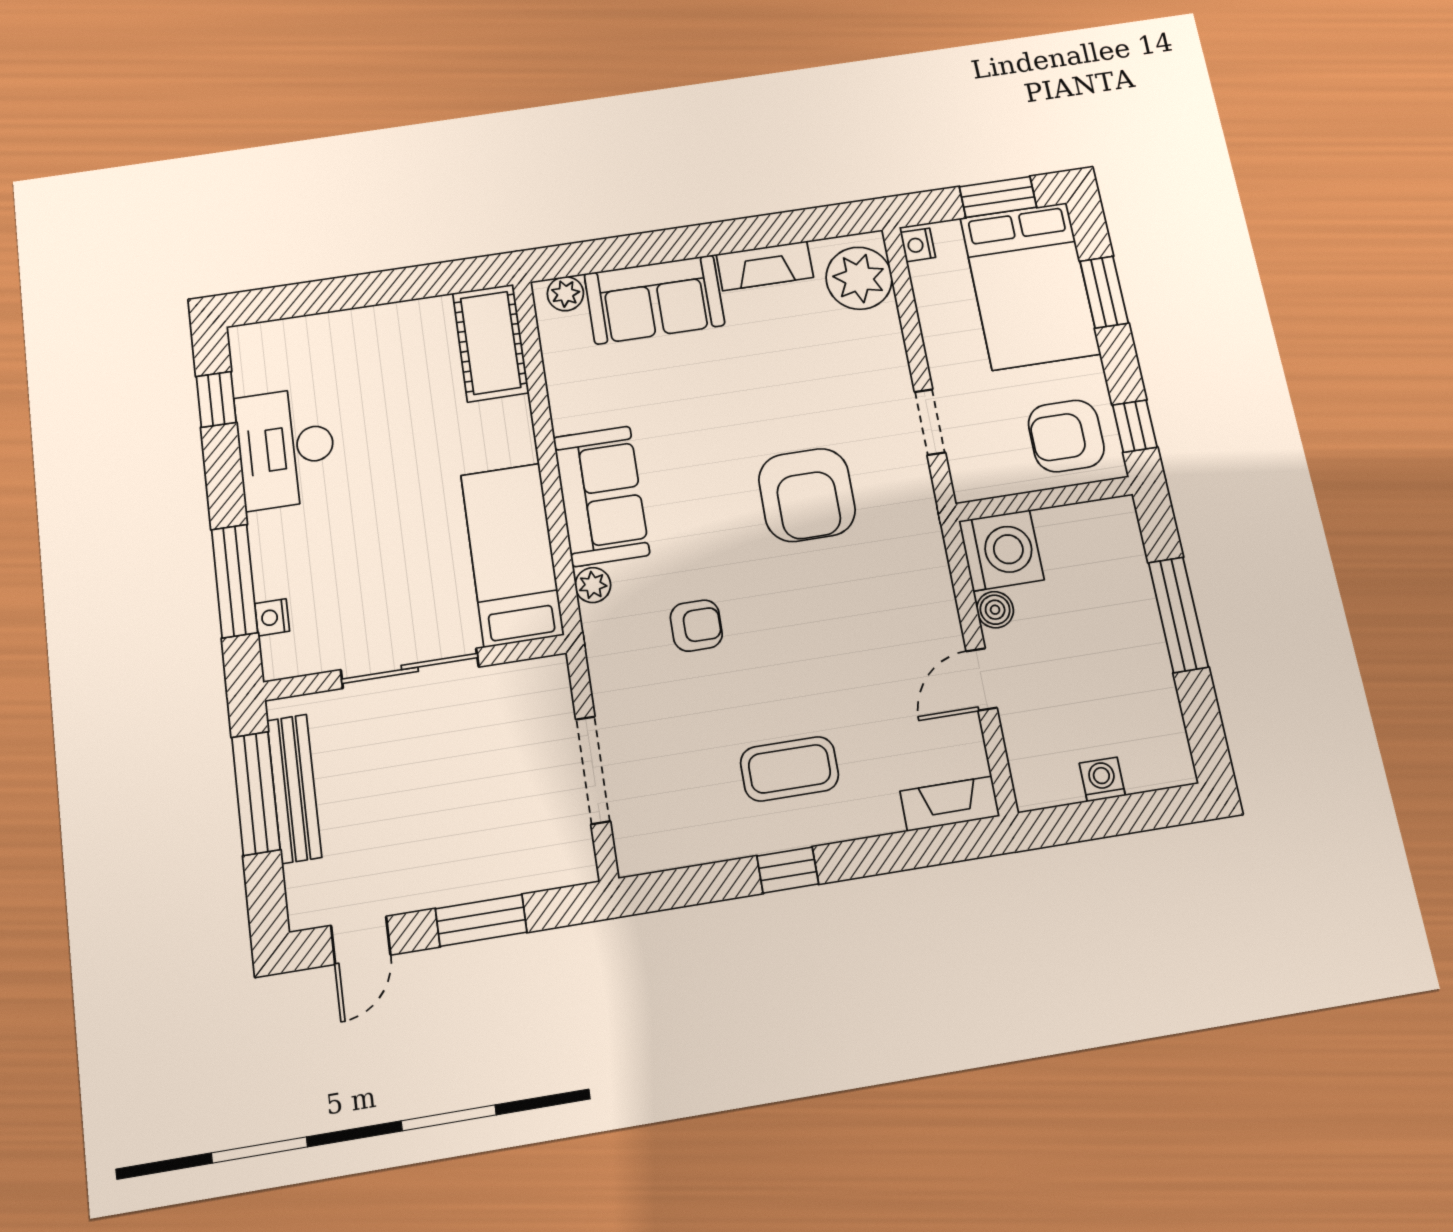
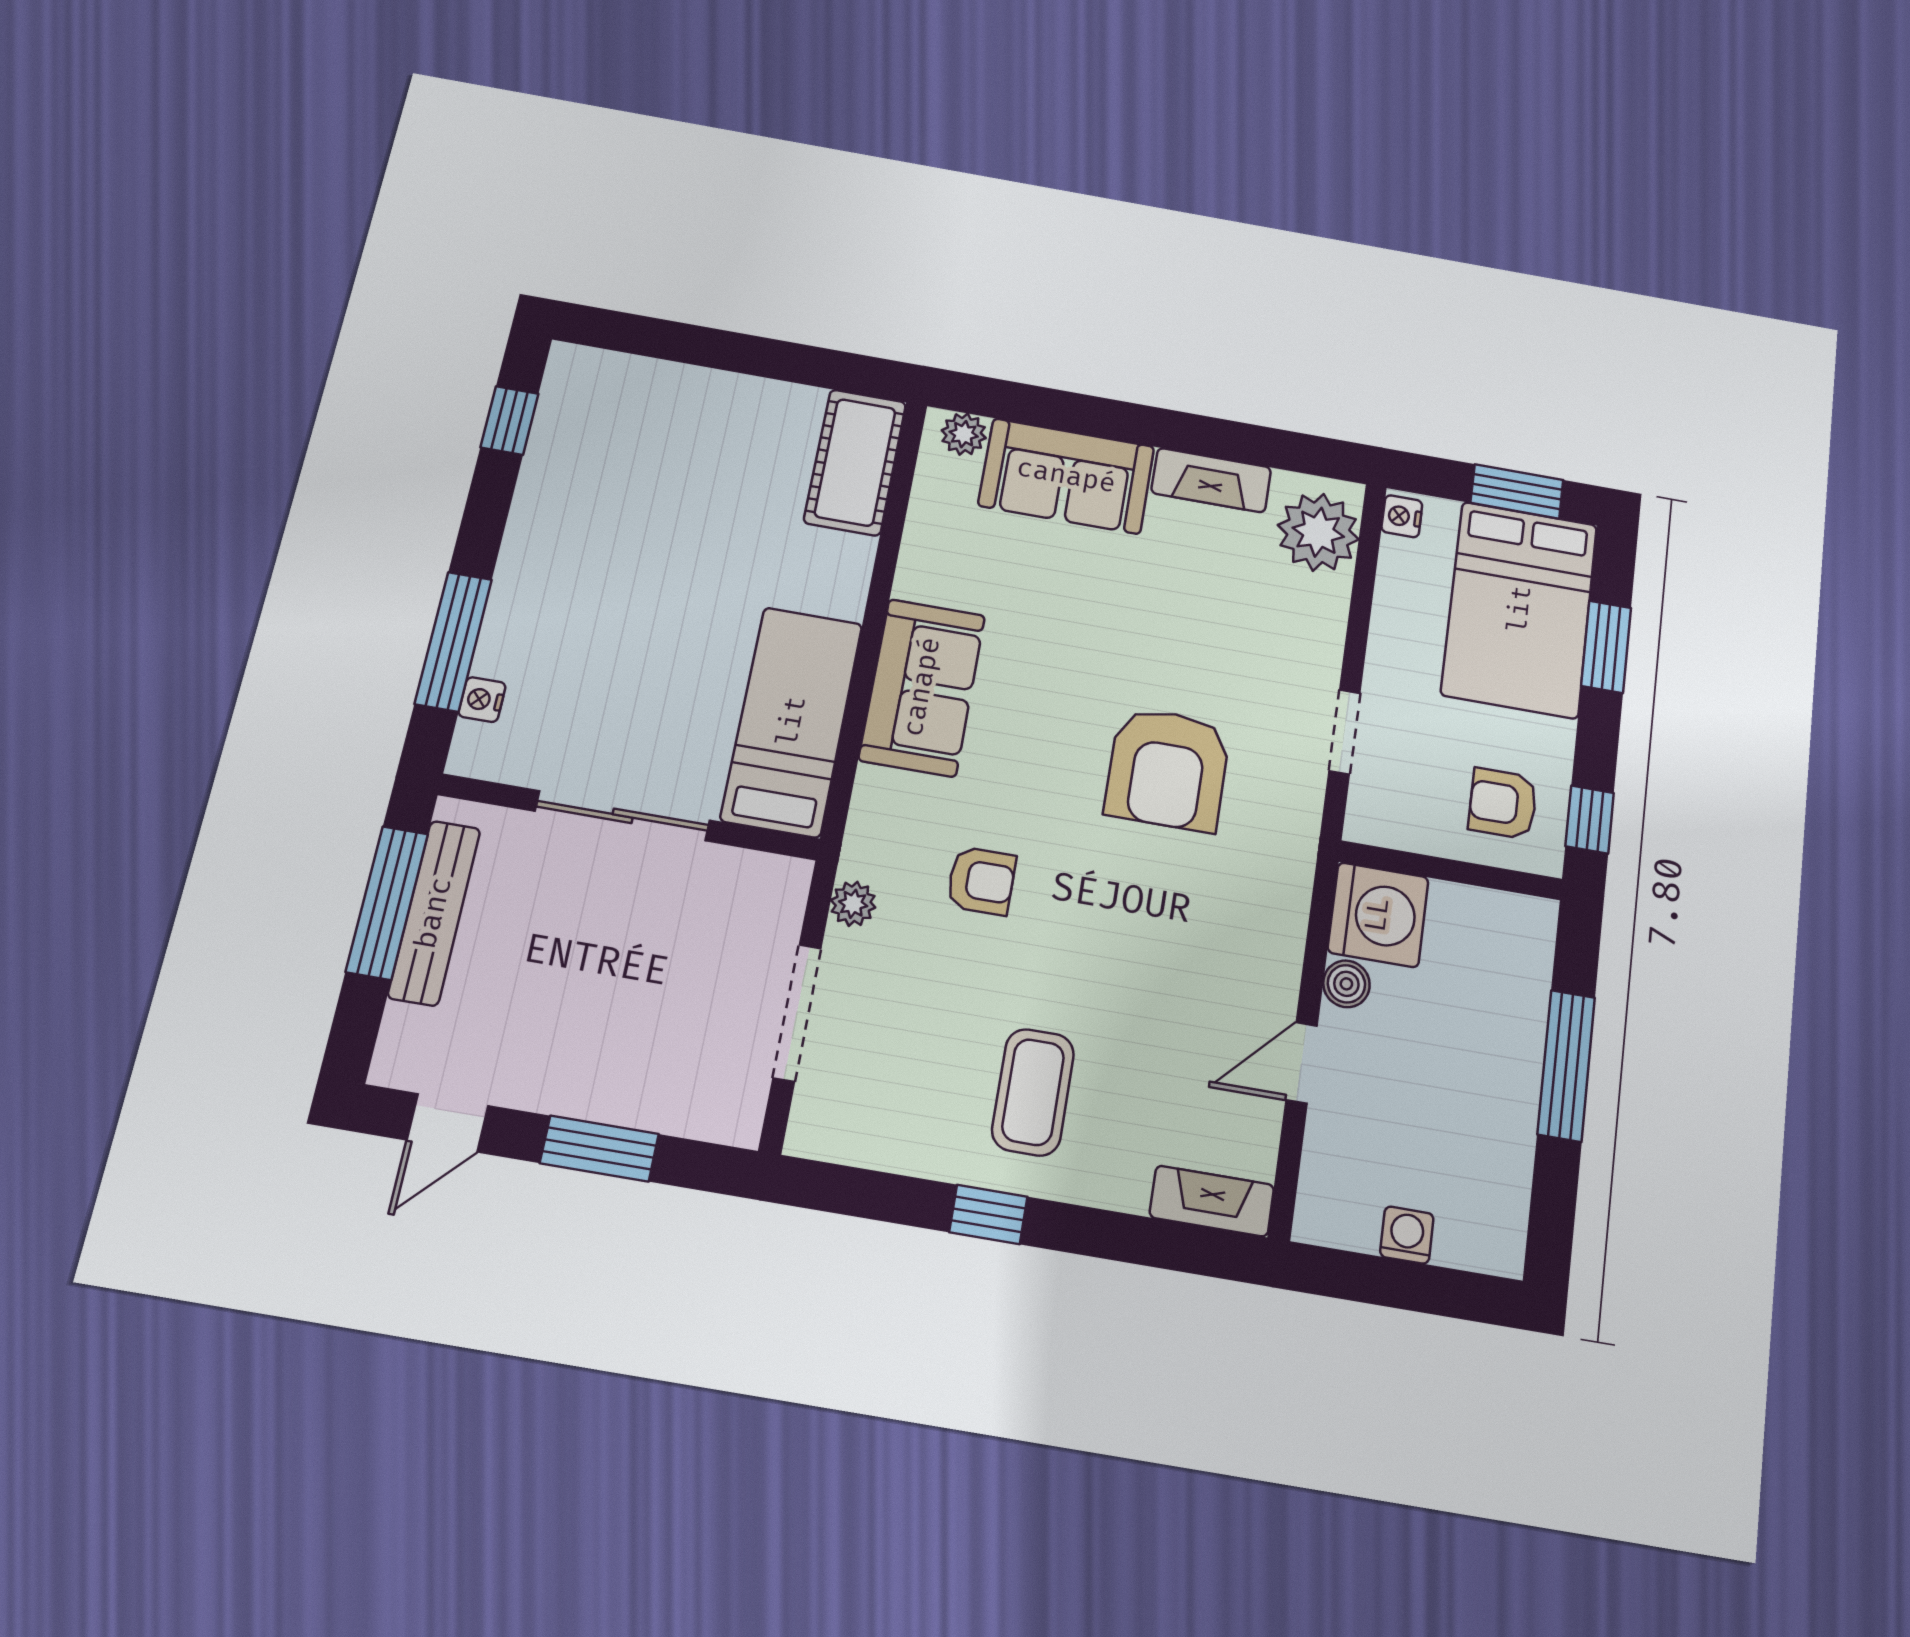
armchair: (1066, 436) -> (1503, 804), width x0.72, depth x0.72
desk: (286, 448) -> (571, 505), removed
plant: (593, 585) -> (853, 904), moved
coffee table: (789, 769) -> (1033, 1092), turned 90

